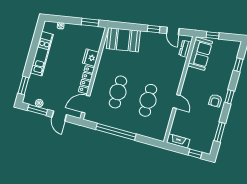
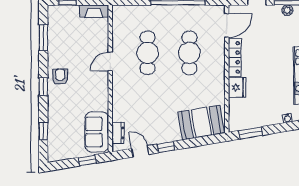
door: (176, 101) -> (110, 62), hinge flipped

